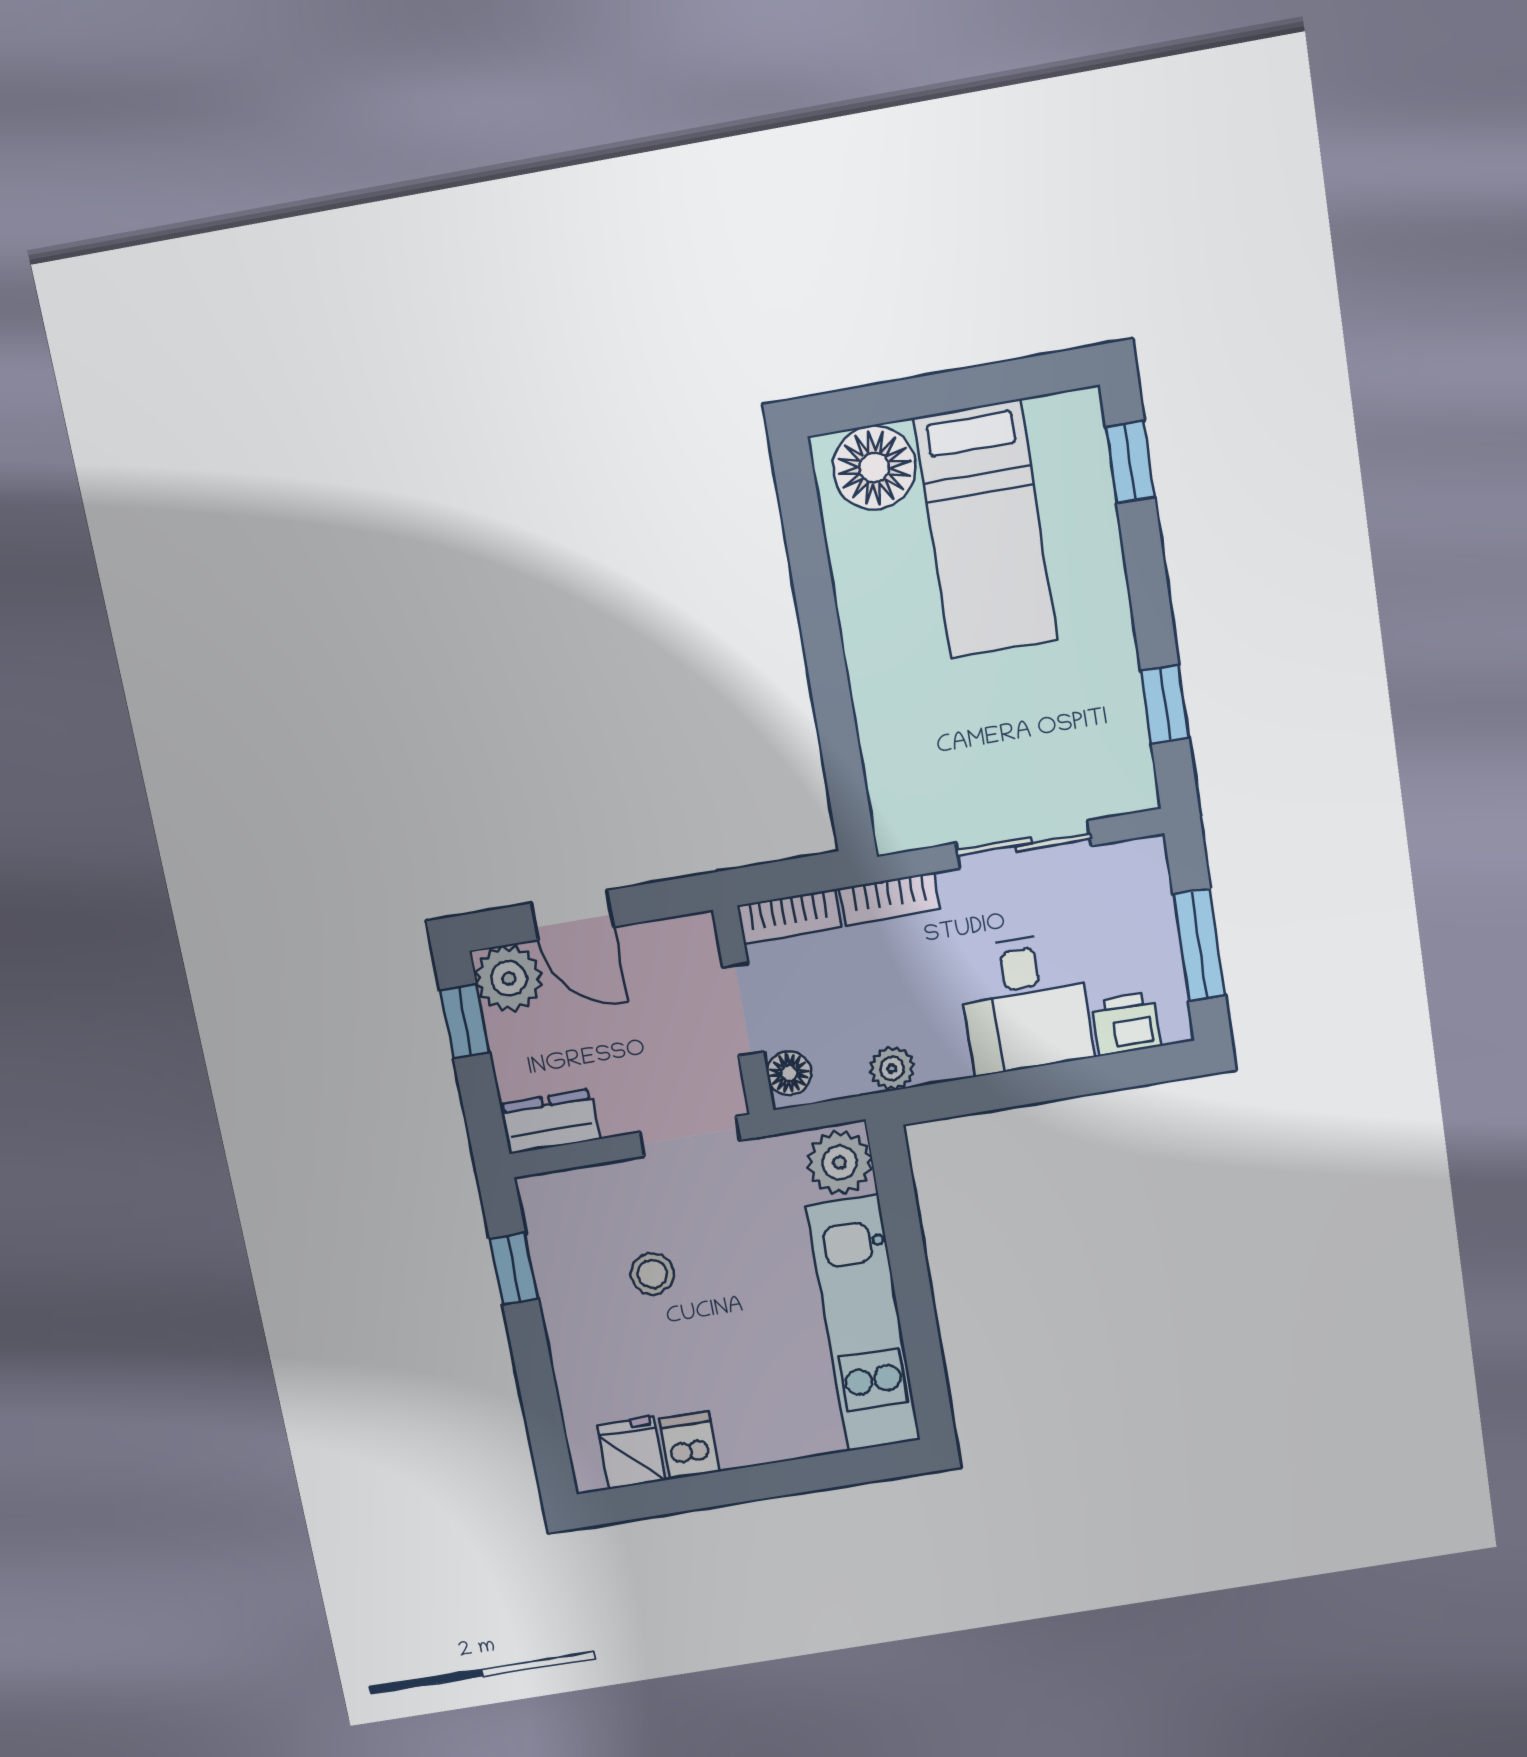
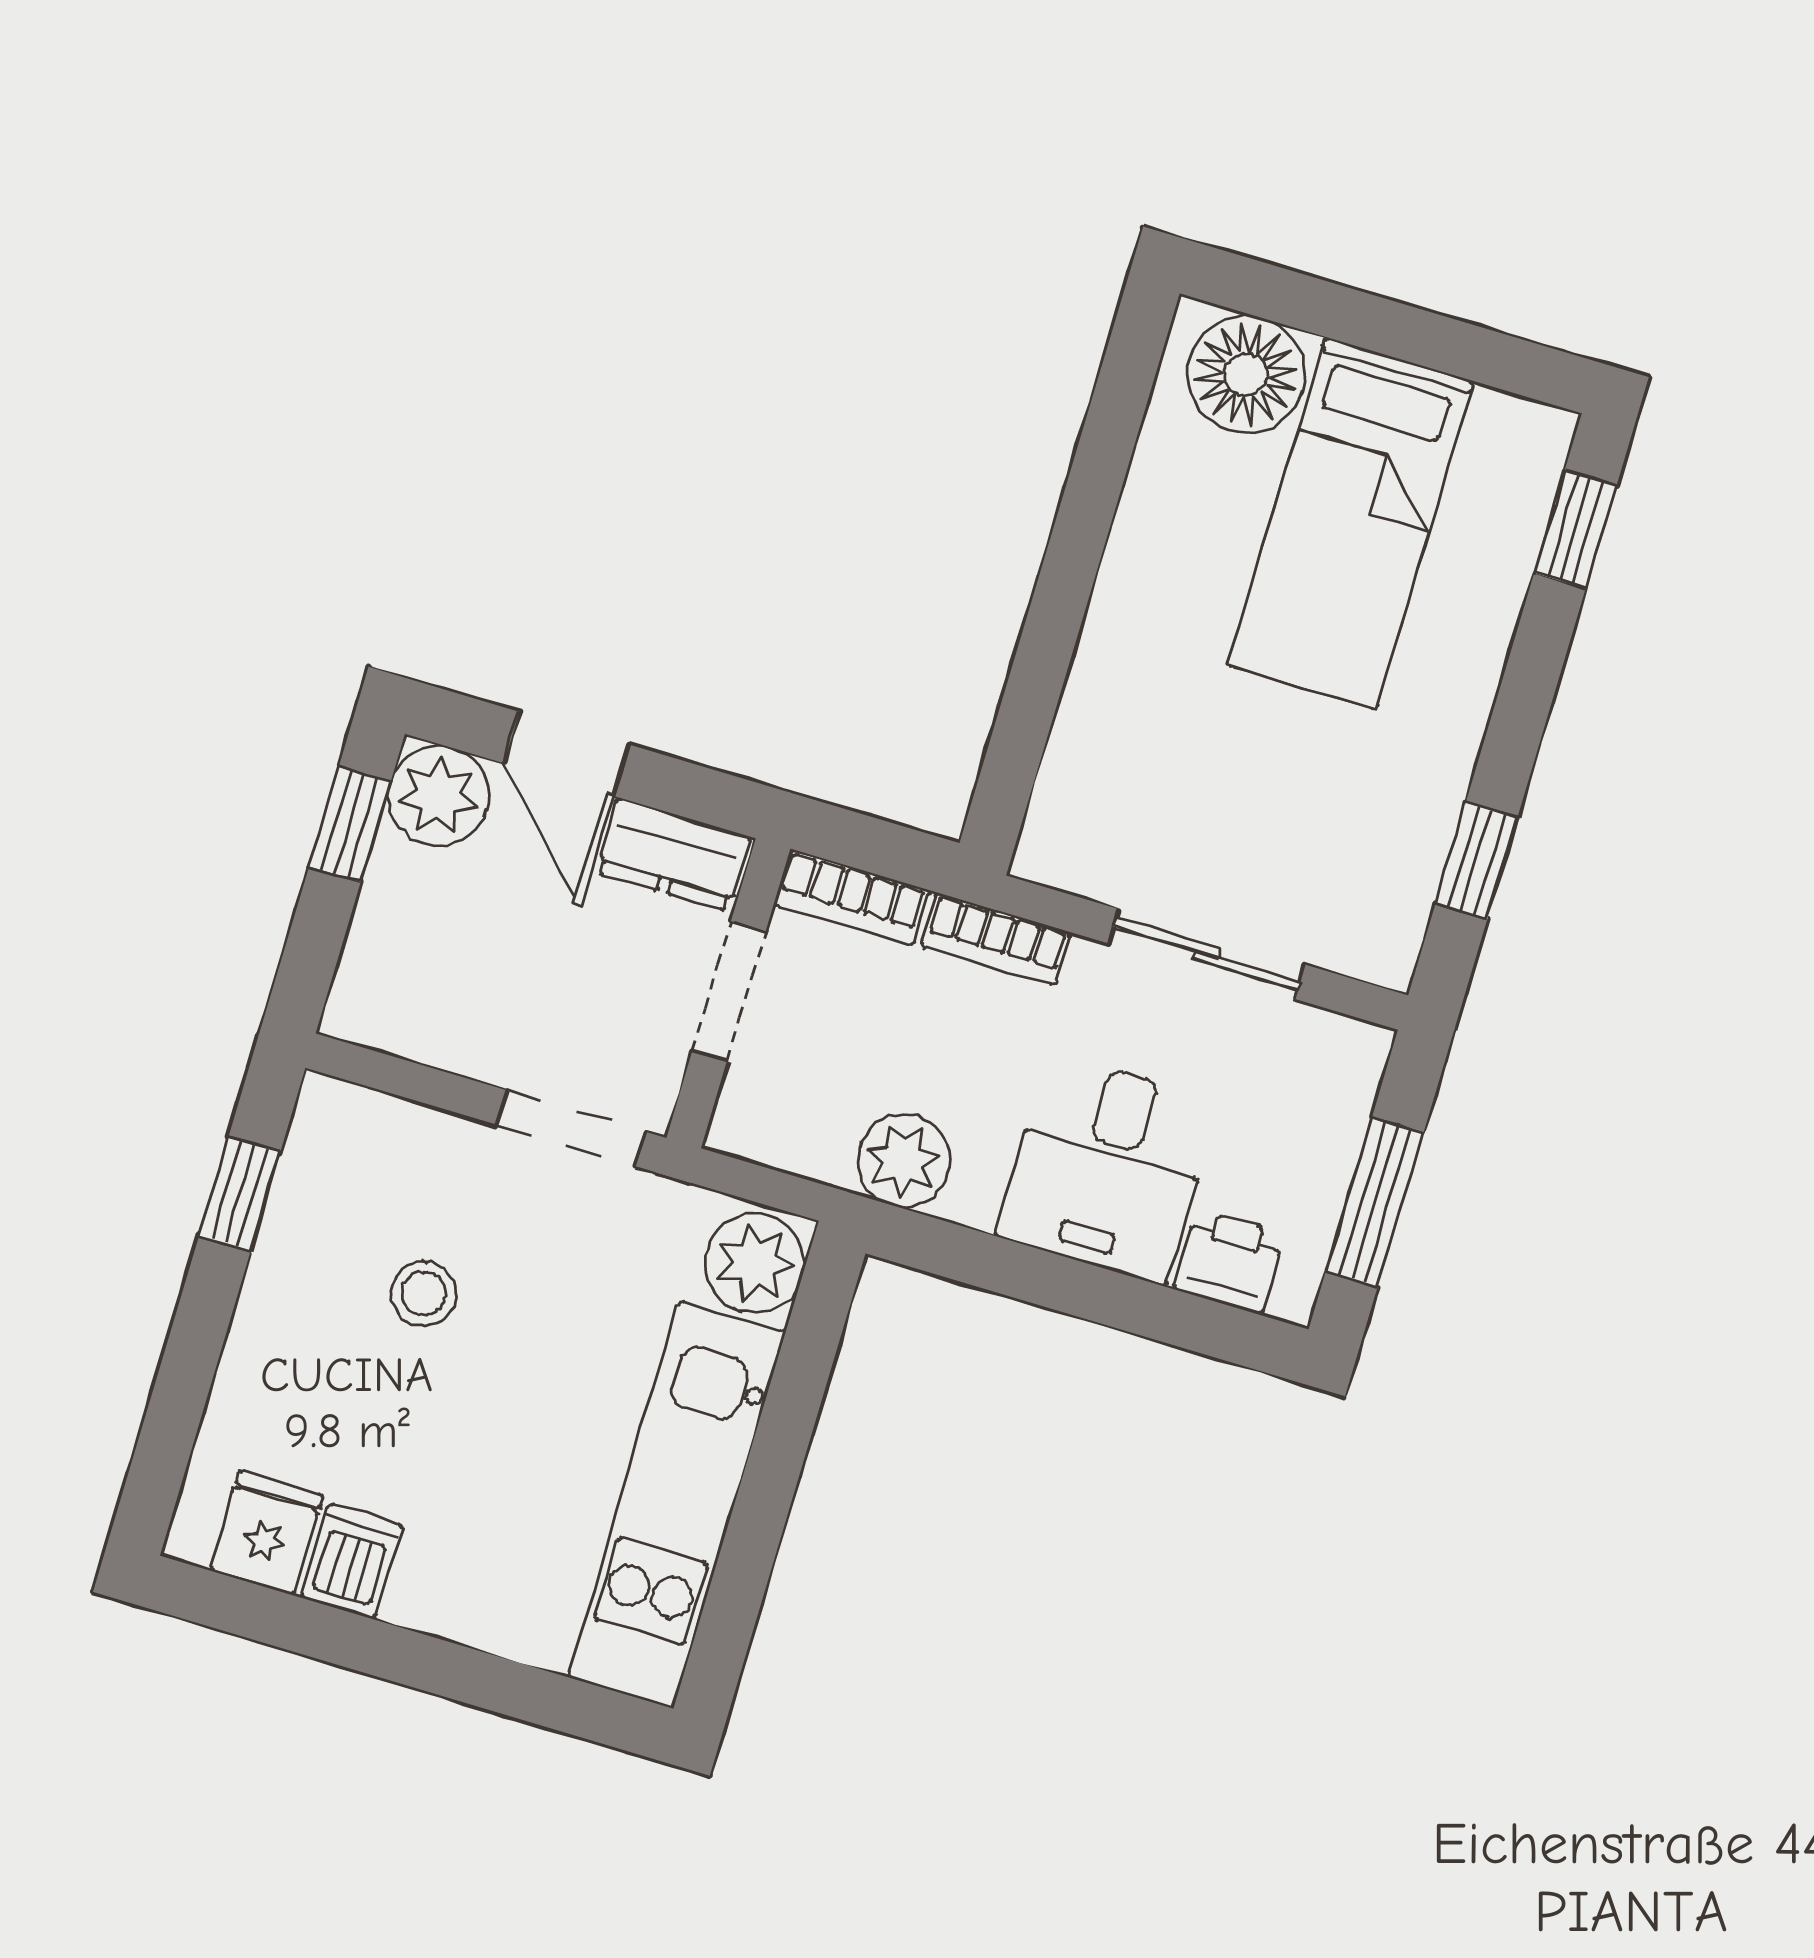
plant: (892, 1068) -> (904, 1160), width x1.38, depth x1.38
floor lamp: (789, 1073) -> (747, 1108), removed
dresser: (550, 1122) -> (673, 854), moved, turned 180

